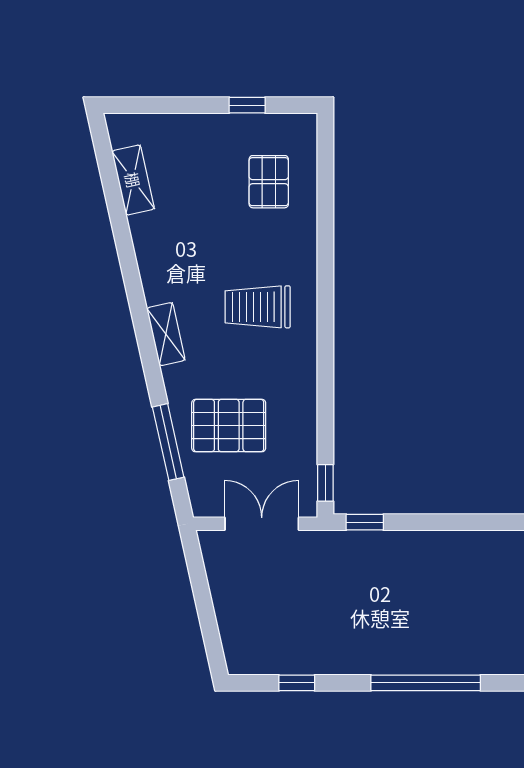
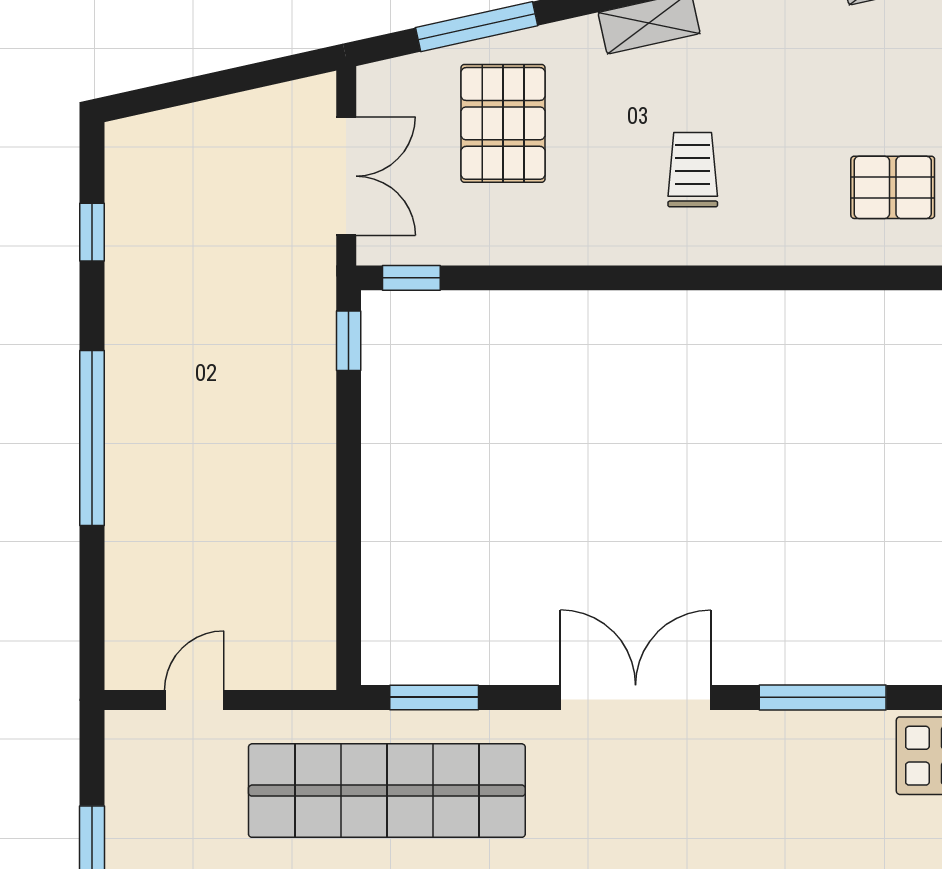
trolley: (258, 307) -> (693, 170), width x0.73, depth x0.72

